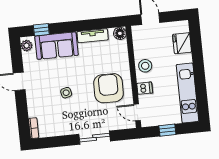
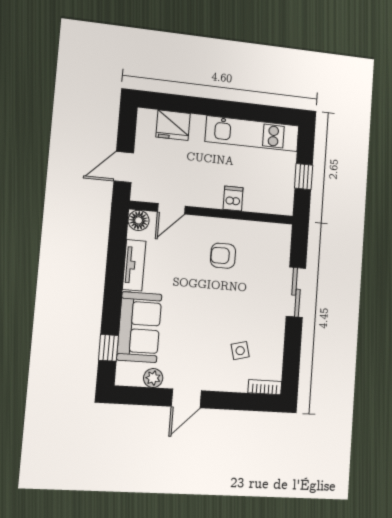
plant: (27, 46) -> (153, 378), moved
stool: (145, 66) -> (198, 191), removed
armchair: (108, 88) -> (223, 256), width x0.53, depth x0.53
side table: (66, 93) -> (240, 351), moved
door: (137, 112) -> (171, 209), moved

